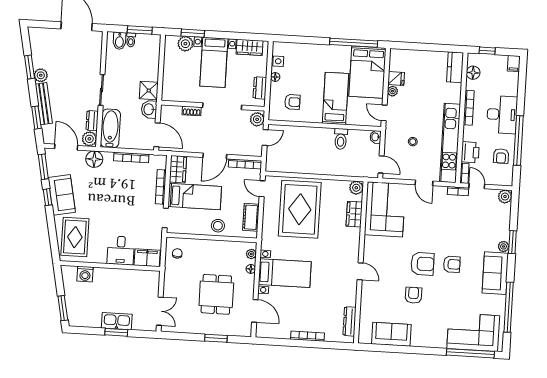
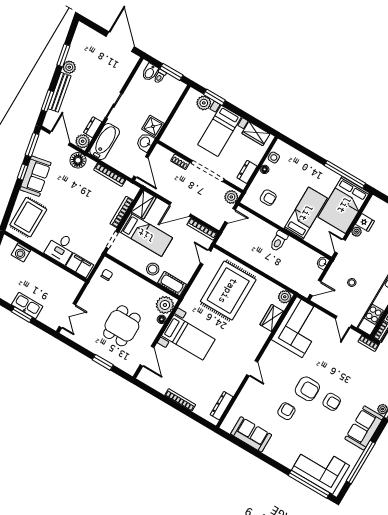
toilet: (341, 139) -> (279, 241), moved
door: (381, 164) -> (315, 288), hinge flipped
cot: (251, 217) -> (172, 284), moved, turned 90
plant: (251, 254) -> (165, 305), width x1.87, depth x1.87

